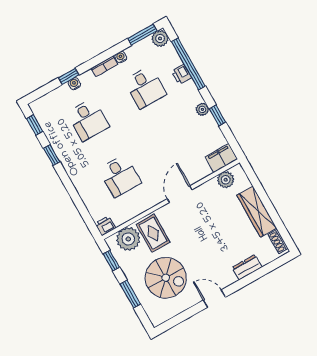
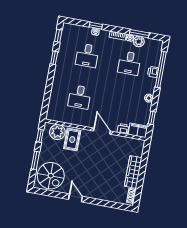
window: (142, 35) -> (139, 34), moved
plant: (160, 38) -> (139, 42), moved
window: (217, 116) -> (152, 118), moved
plant: (226, 180) -> (131, 143), removed
door: (180, 194) -> (102, 131), hinge flipped
printer: (105, 226) -> (123, 129), moved
dresser: (247, 267) -> (105, 196), removed
spiral stairs: (166, 278) -> (51, 176), moved

